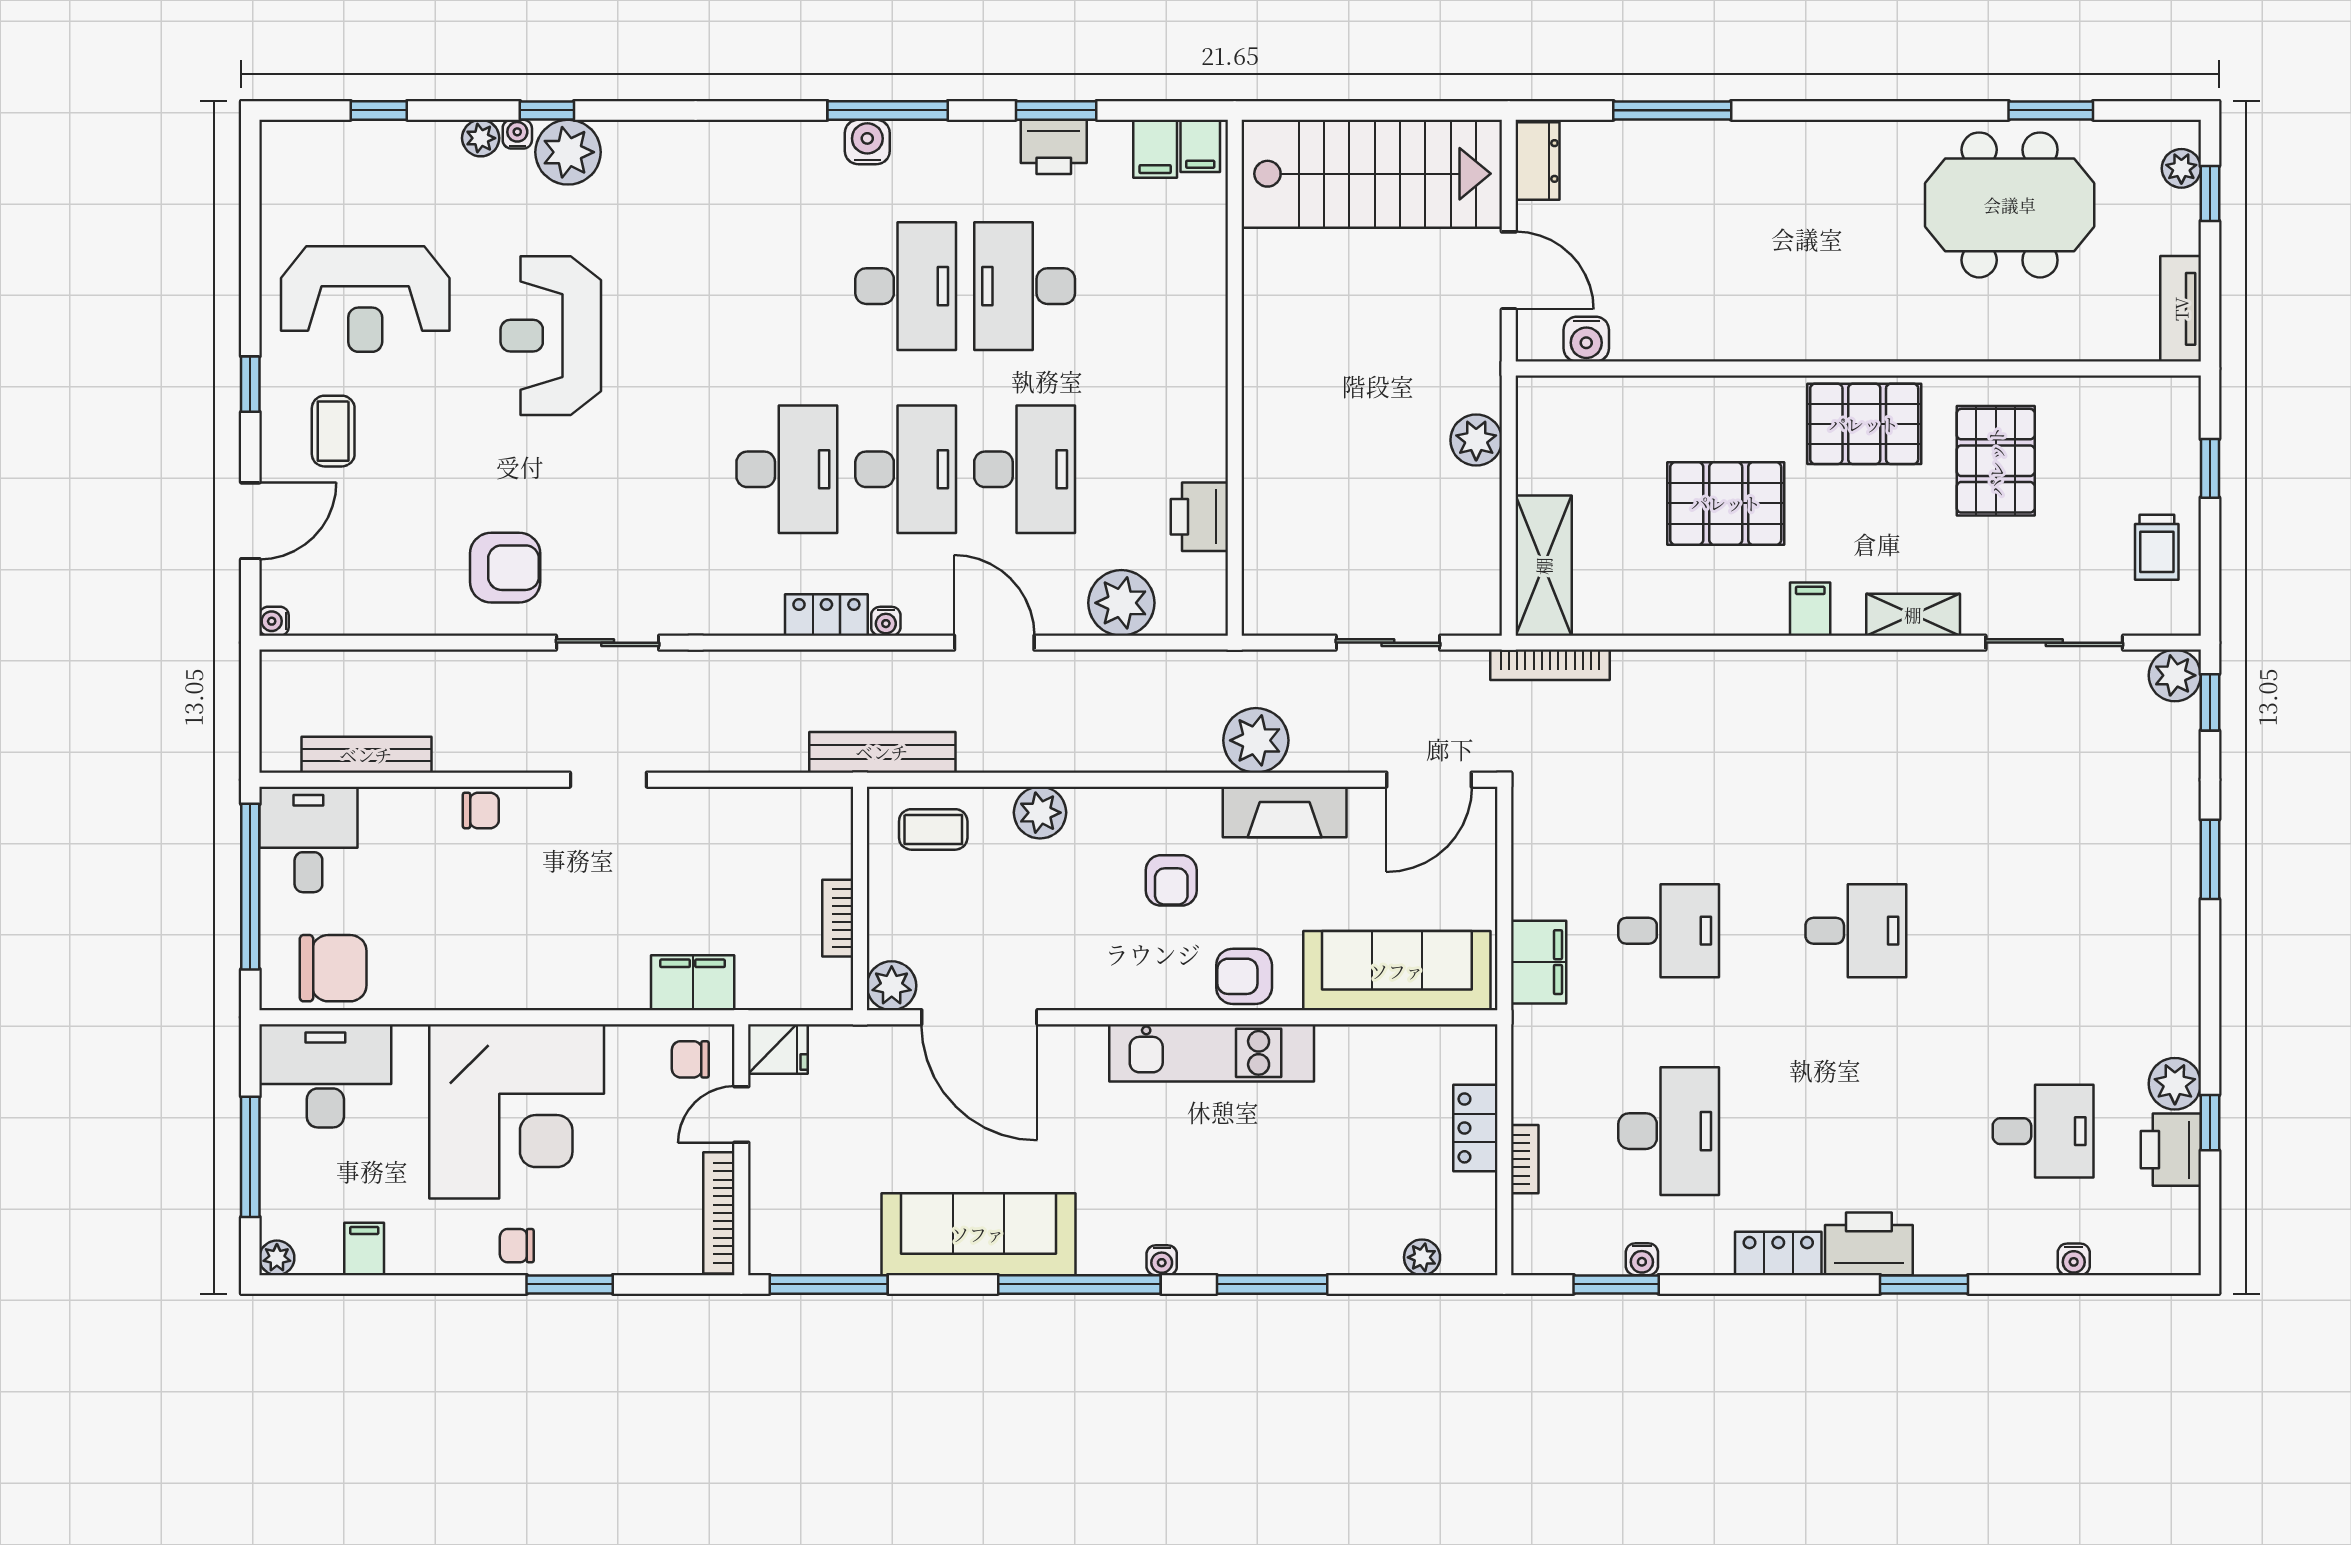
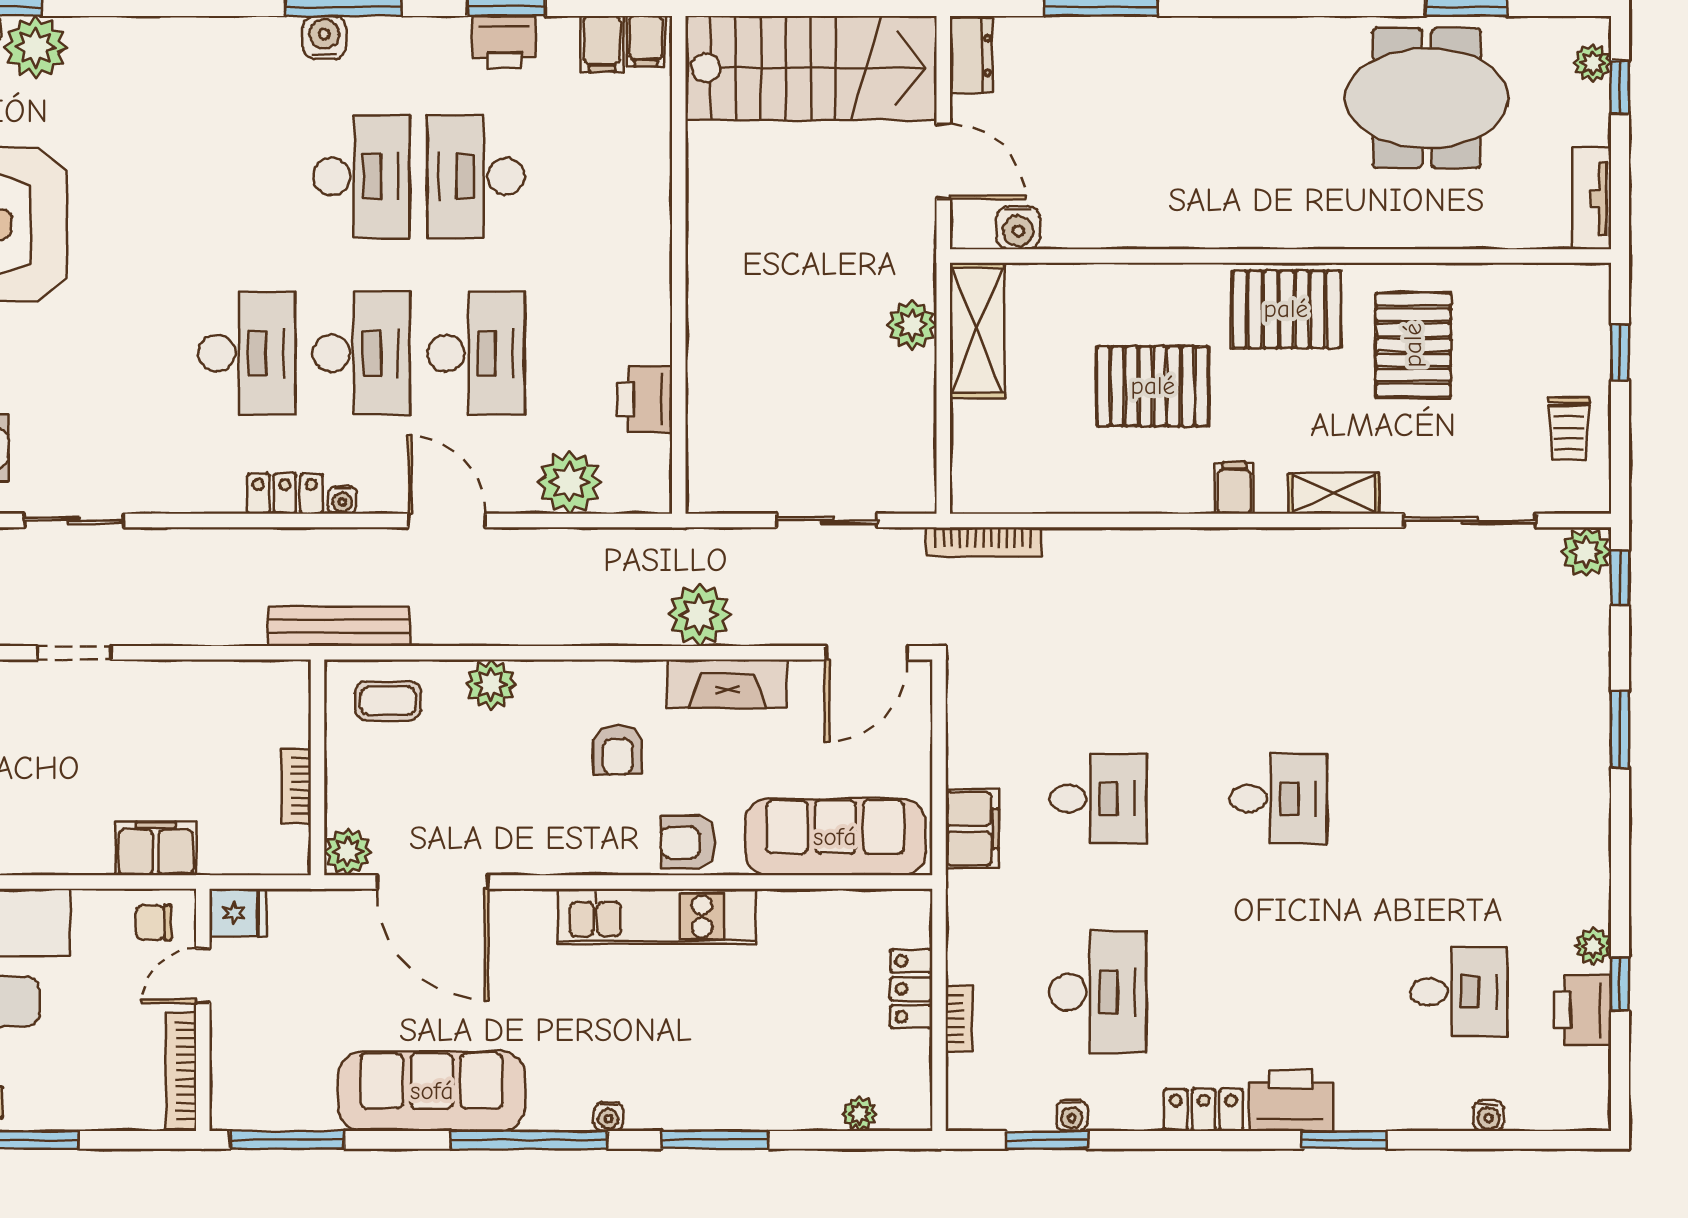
shelving: (1544, 566) -> (977, 330), moved
plant: (2175, 1084) -> (1593, 946), width x0.73, depth x0.73

